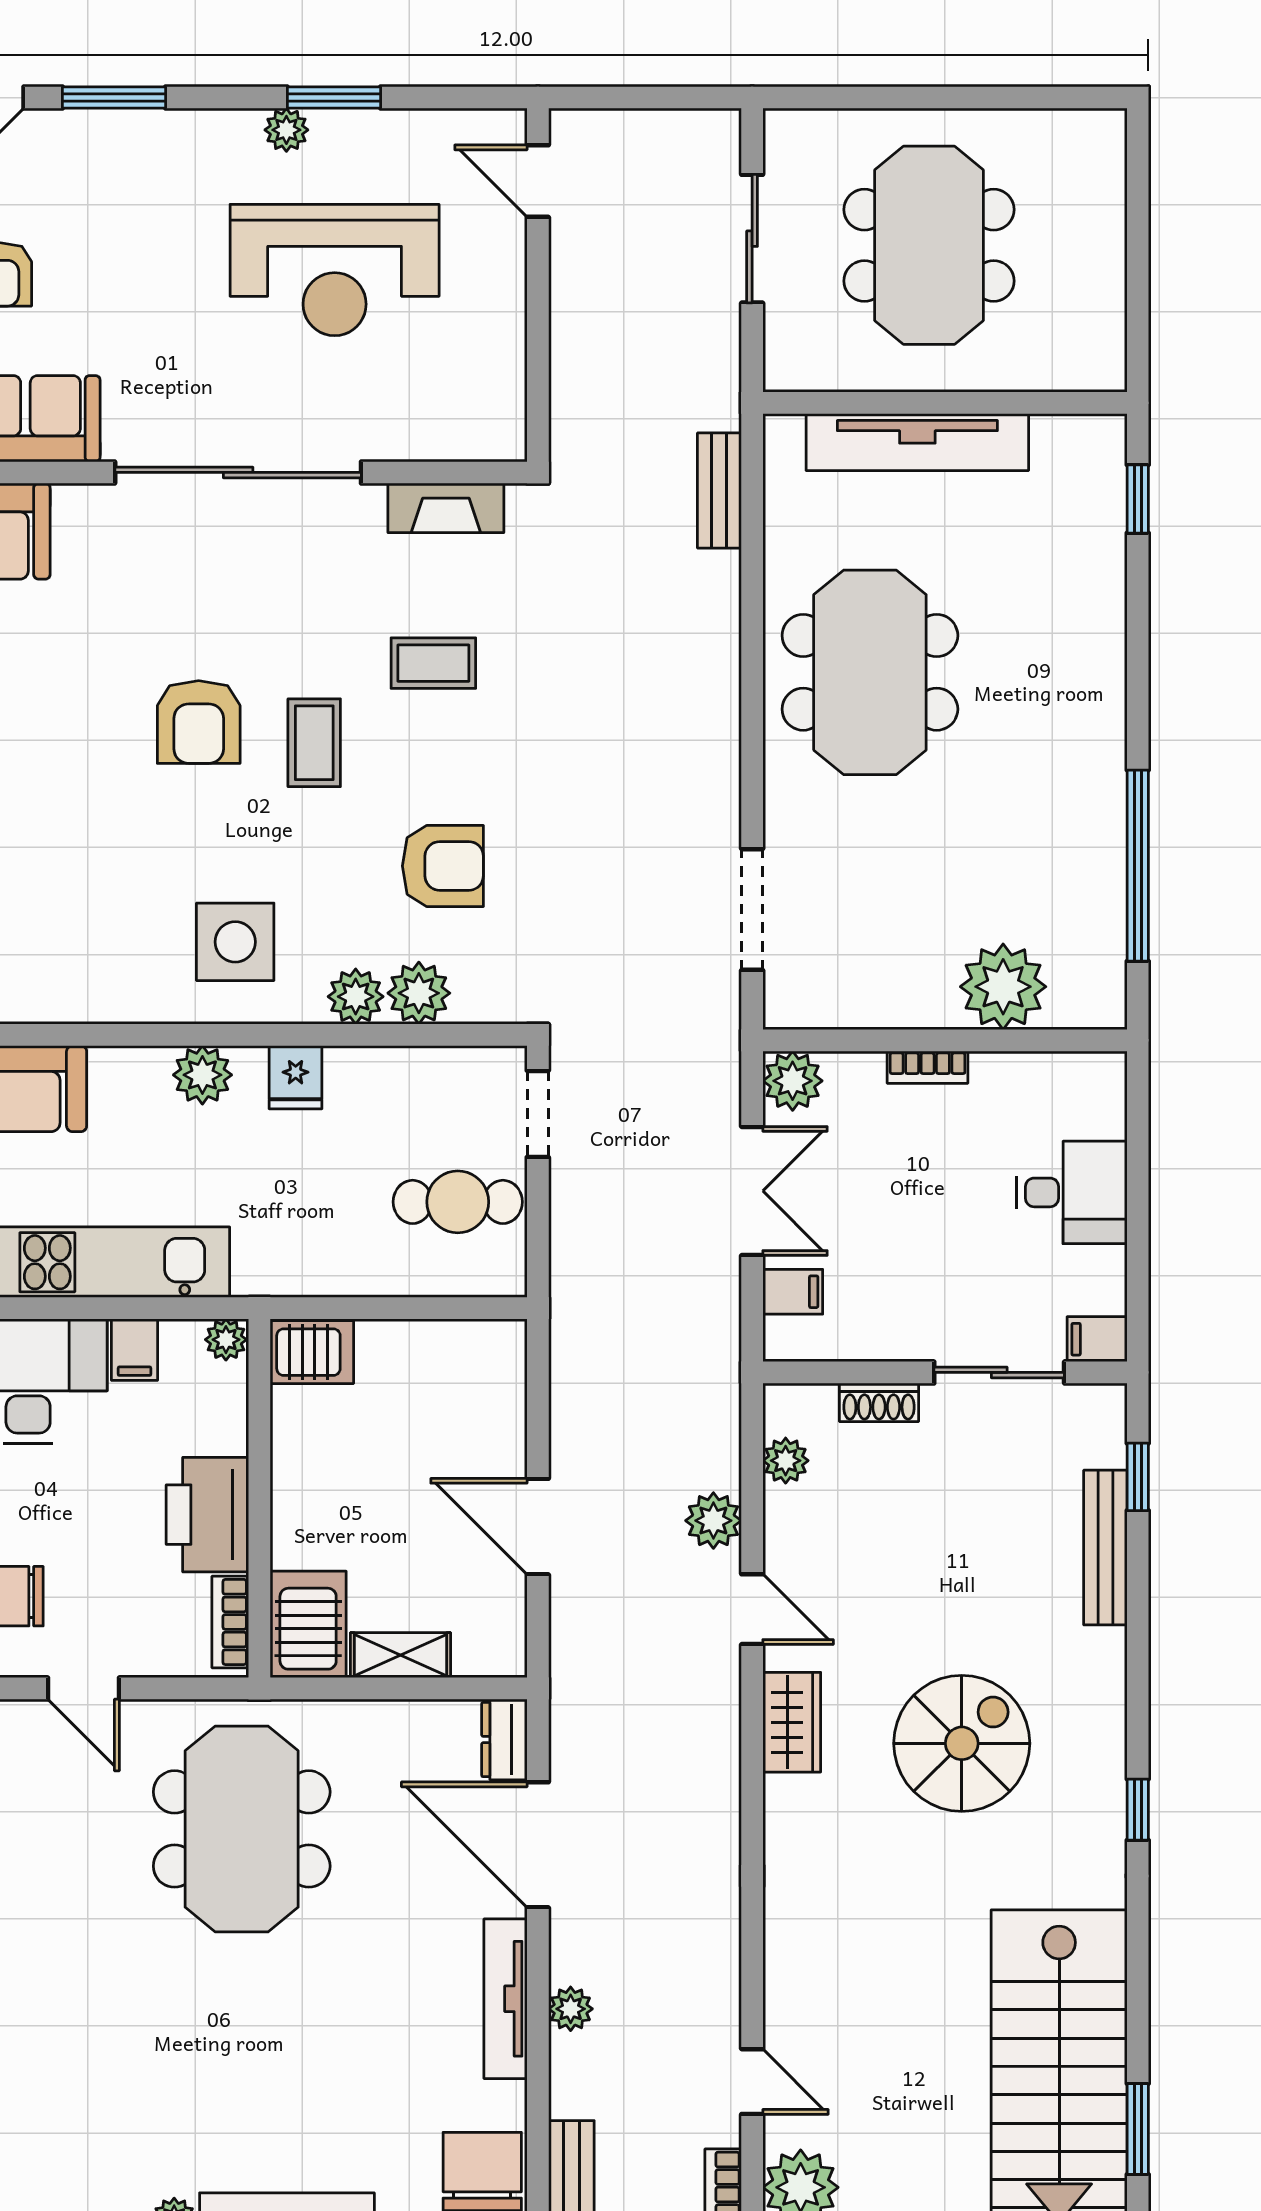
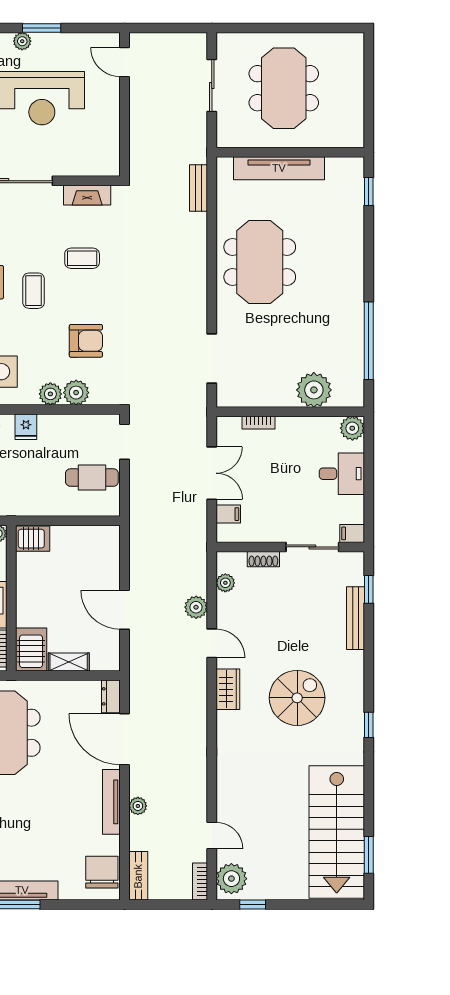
bookcase: (928, 1067) -> (258, 423), moved
plant: (793, 1081) -> (352, 428), moved

